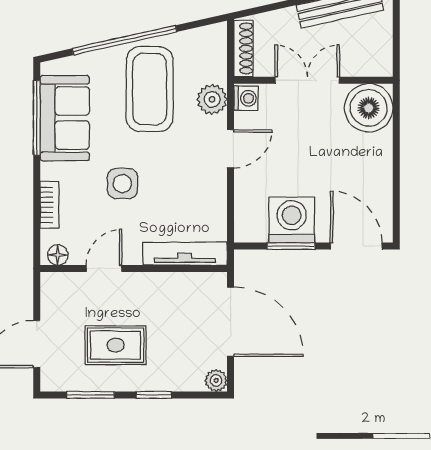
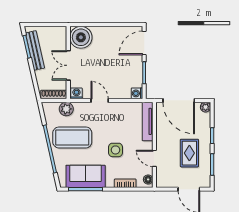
plant: (212, 99) -> (66, 109), moved
washing machine: (292, 220) -> (137, 93), moved, width x0.53, depth x0.53
door: (231, 322) -> (179, 100), swing flipped

